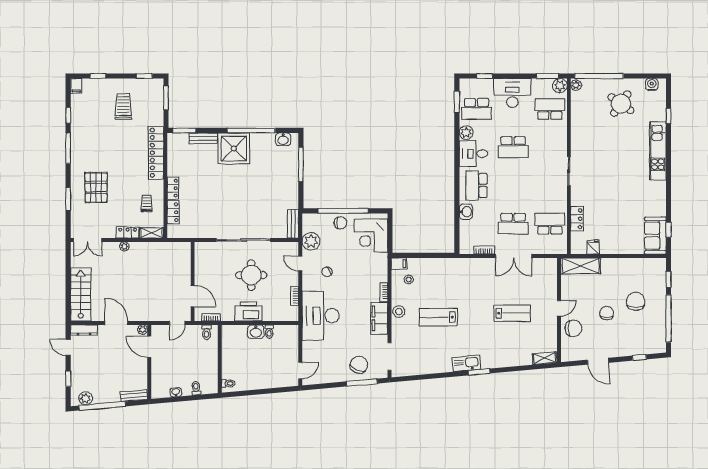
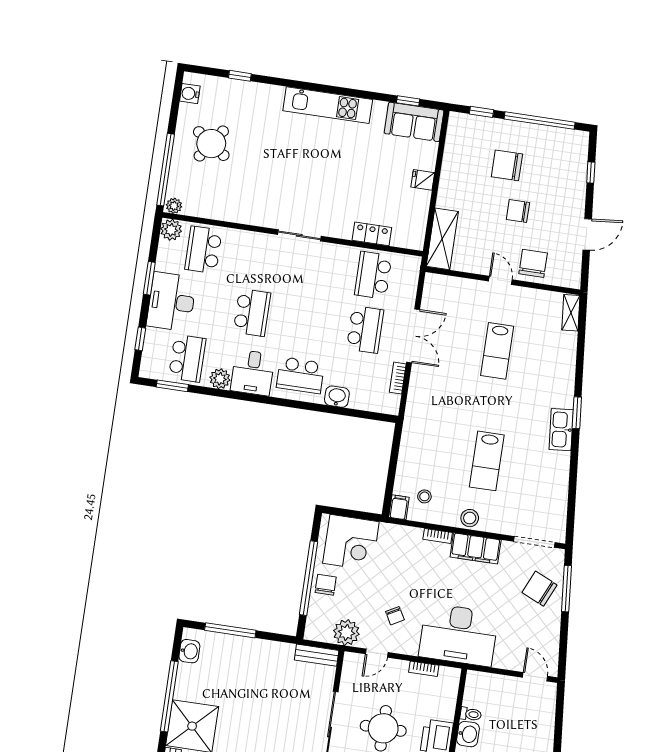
window: (548, 76) -> (149, 278), moved
kitchen unit: (658, 151) -> (328, 105), moved
fridge: (593, 247) -> (423, 180), moved
lab bench: (512, 313) -> (497, 351), turned 180

